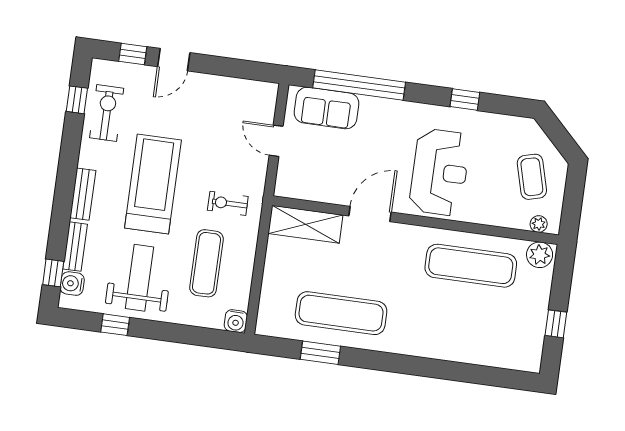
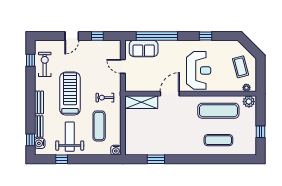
window: (133, 54) -> (97, 36), moved
exercise mat: (341, 313) -> (218, 140), moved, width x0.73, depth x0.69

